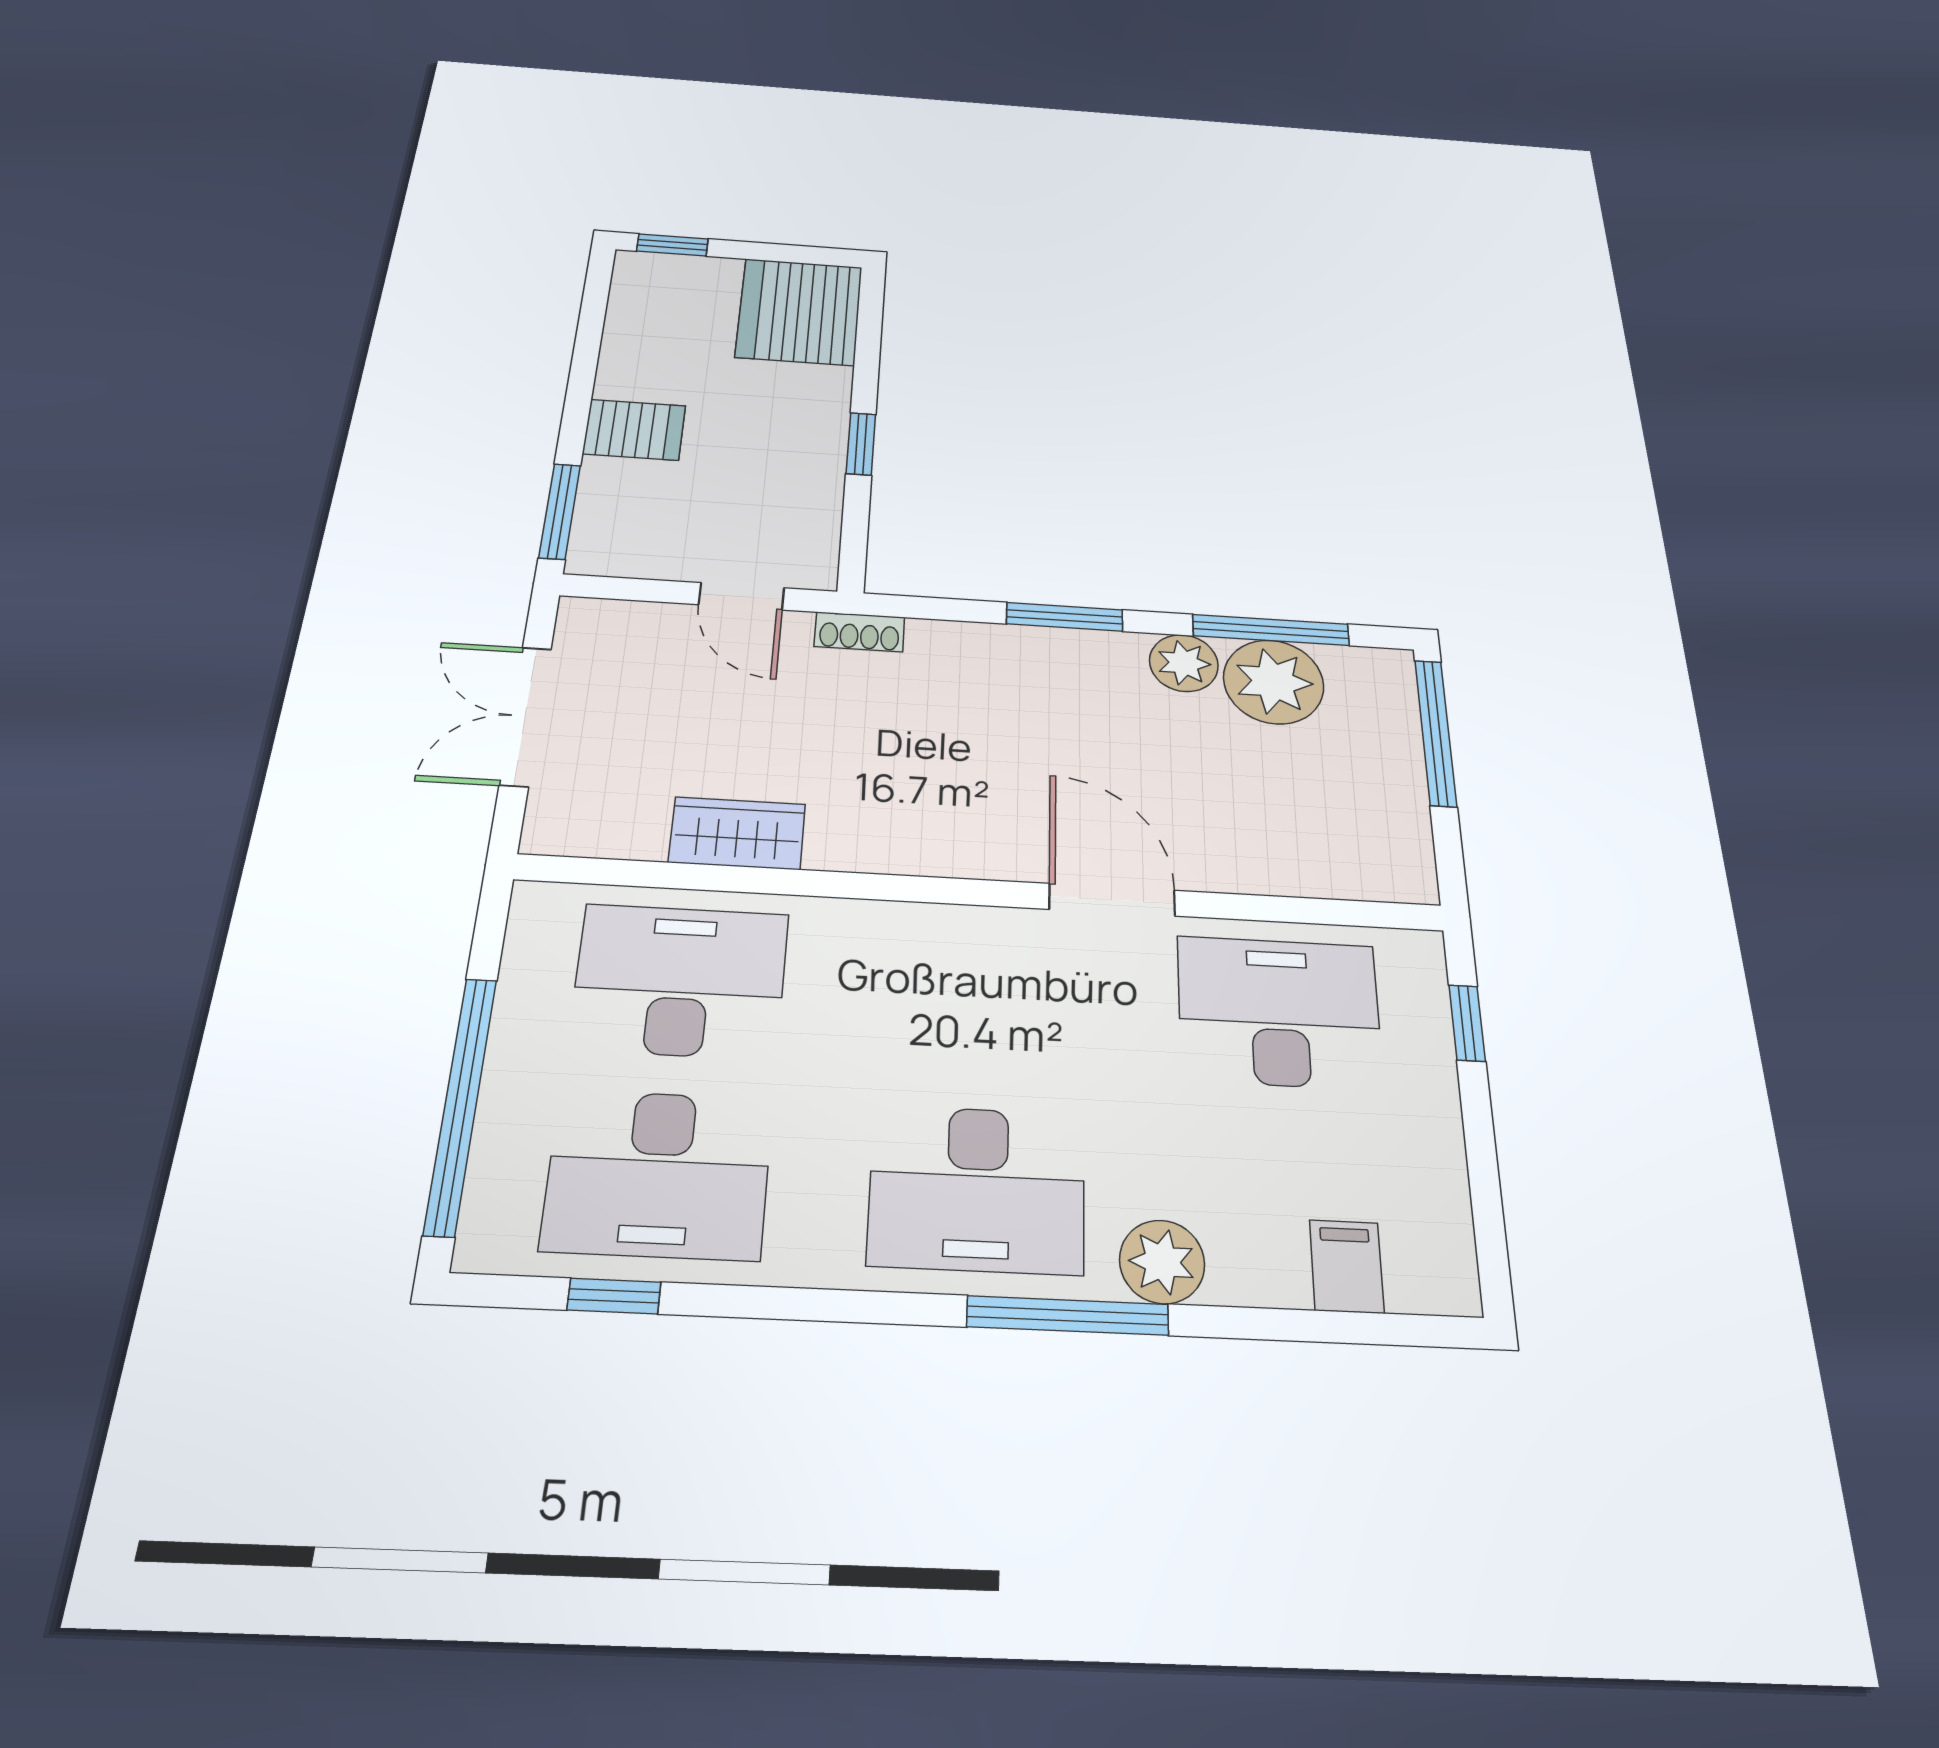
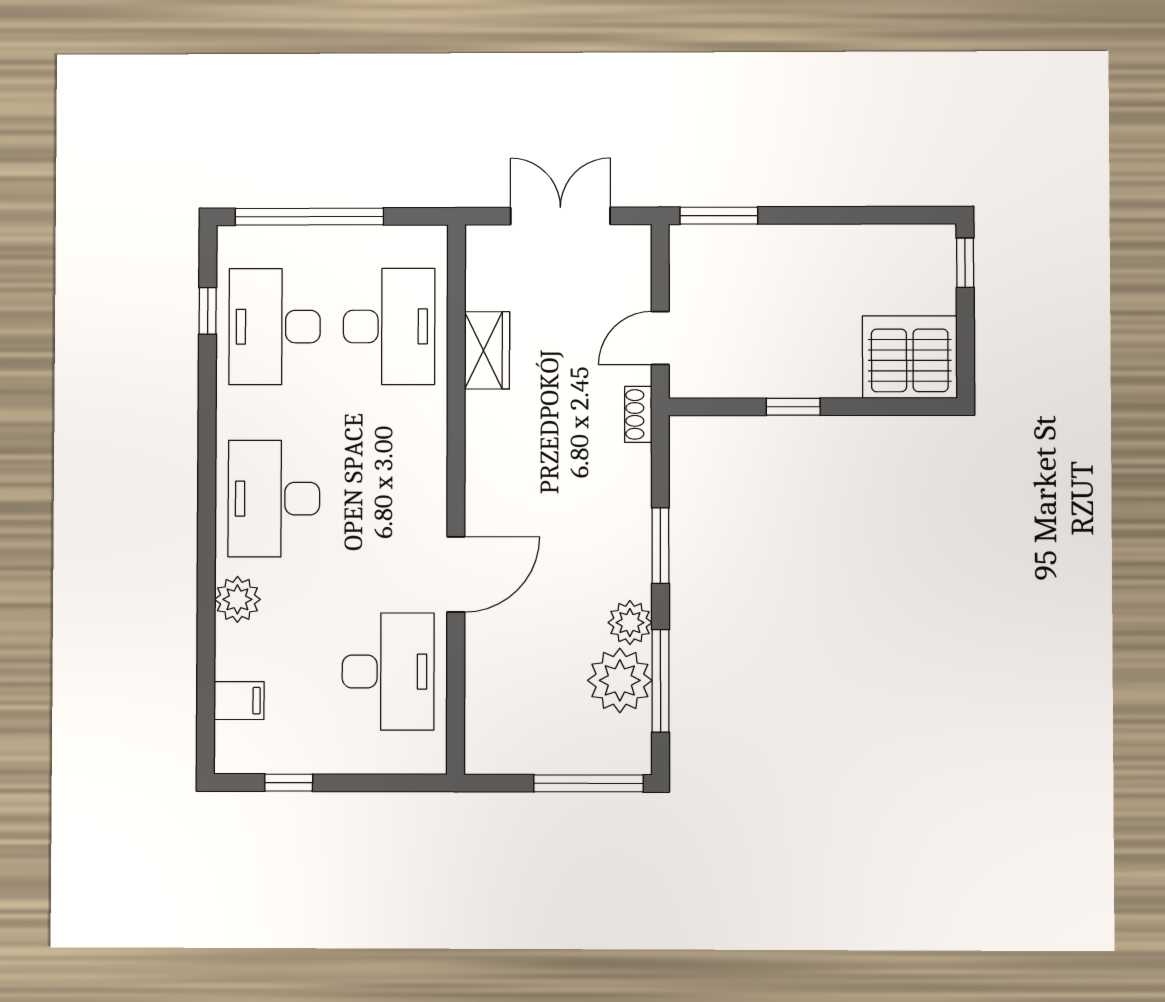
server rack: (634, 430) -> (792, 255), removed
window: (1467, 1023) -> (289, 783), moved
window: (1068, 1315) -> (206, 548), removed

